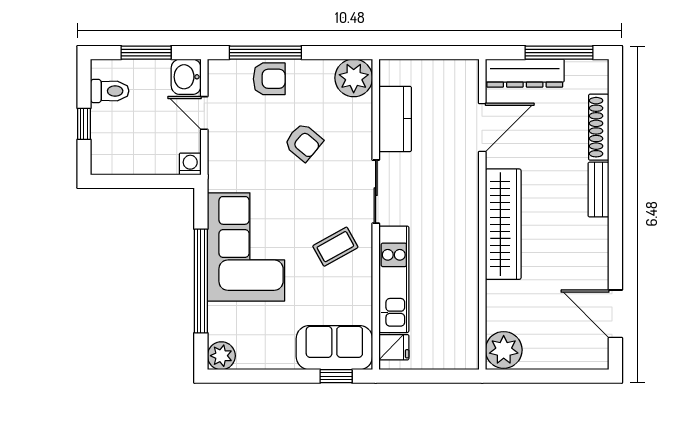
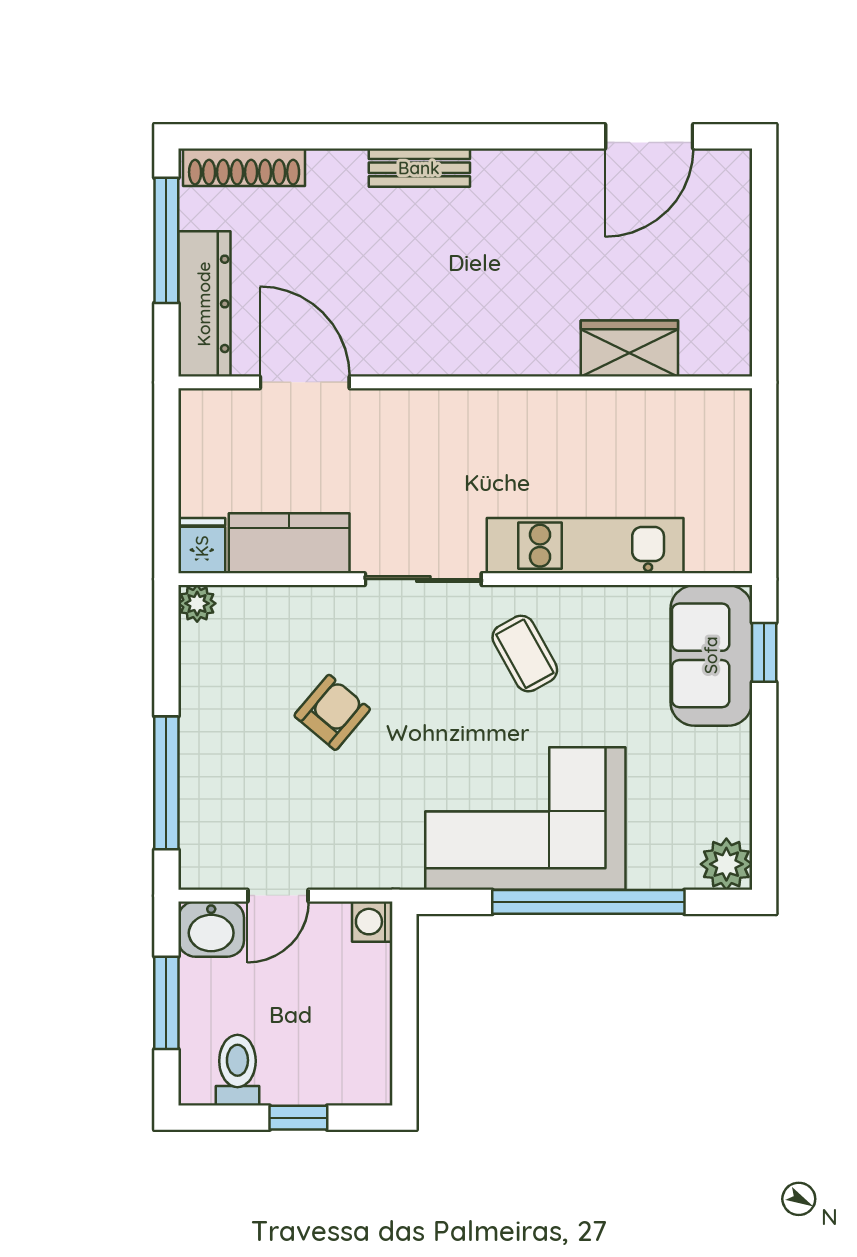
plant: (354, 78) -> (197, 603), width x0.53, depth x0.53
armchair: (269, 79) -> (215, 776), removed
shoe rack: (599, 127) -> (244, 167), moved
wardrobe: (503, 224) -> (629, 349), moved, width x0.48, depth x0.85
fridge: (394, 347) -> (202, 546), moved
plant: (504, 350) -> (716, 343), removed

